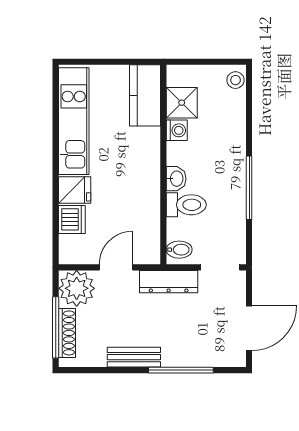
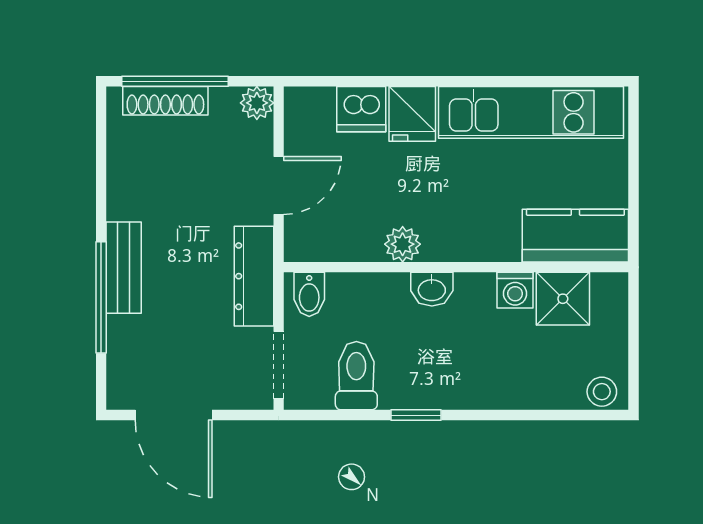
window: (249, 188) -> (416, 415), width x0.46
plant: (150, 196) -> (403, 244), added
toilet: (186, 205) -> (356, 376), moved, turned 180
door: (116, 267) -> (279, 185), hinge flipped
plant: (77, 288) -> (257, 103), width x0.53, depth x0.53
bench: (134, 357) -> (124, 268), moved

